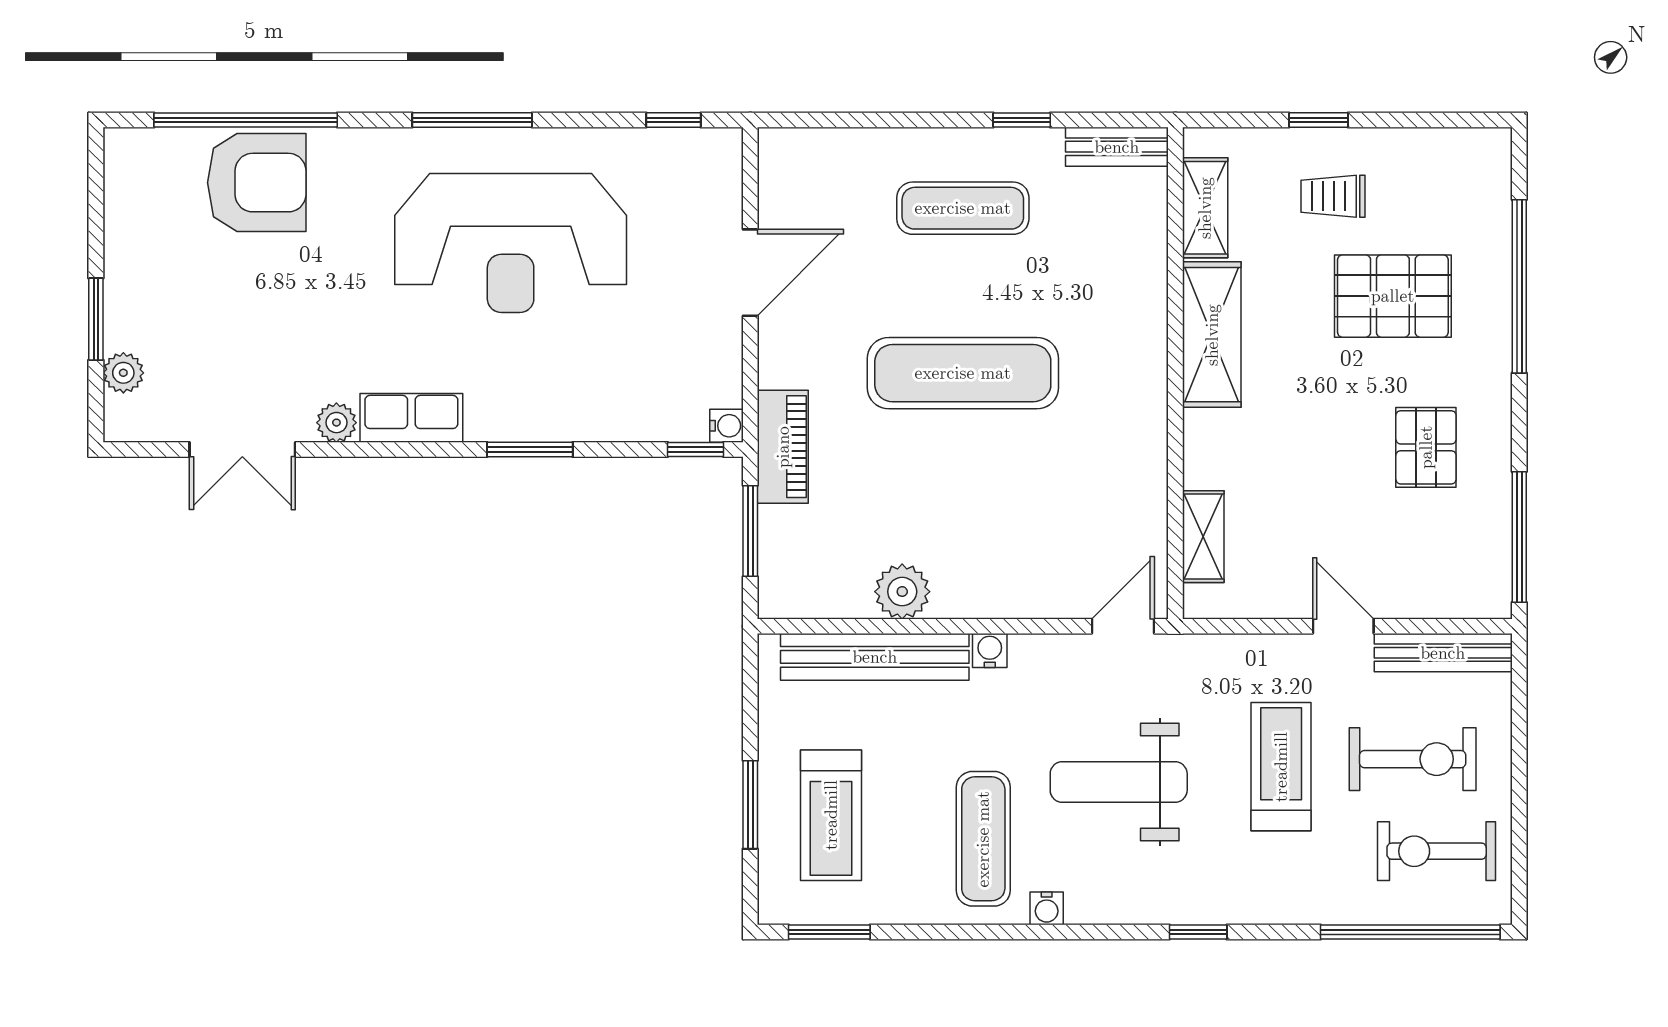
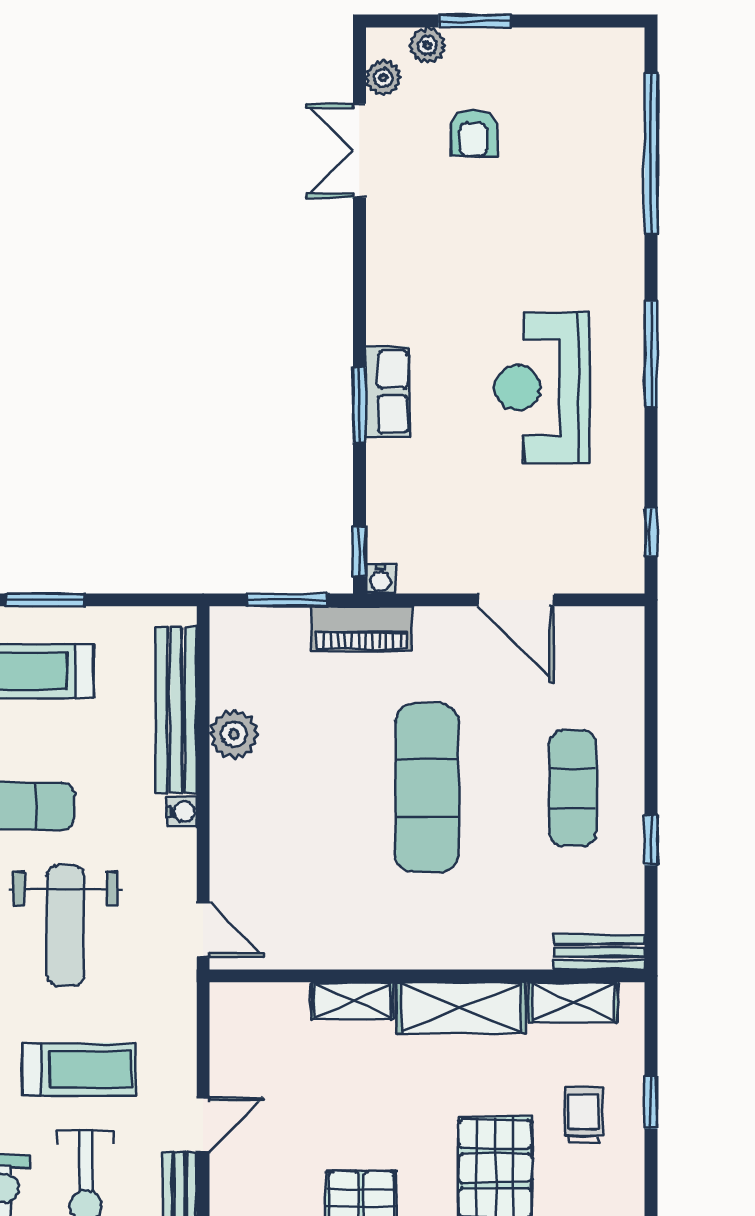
bench: (1117, 147) -> (599, 952), moved, turned 90
armchair: (257, 183) -> (474, 133), moved, width x0.53, depth x0.53
reception desk: (511, 243) -> (542, 388), width x0.74, depth x0.77
row of seats: (411, 418) -> (388, 392), moved
plant: (336, 423) -> (383, 78), moved
shelving: (1203, 537) -> (353, 1001), moved
weight bench: (1119, 782) -> (65, 926), turned 180

